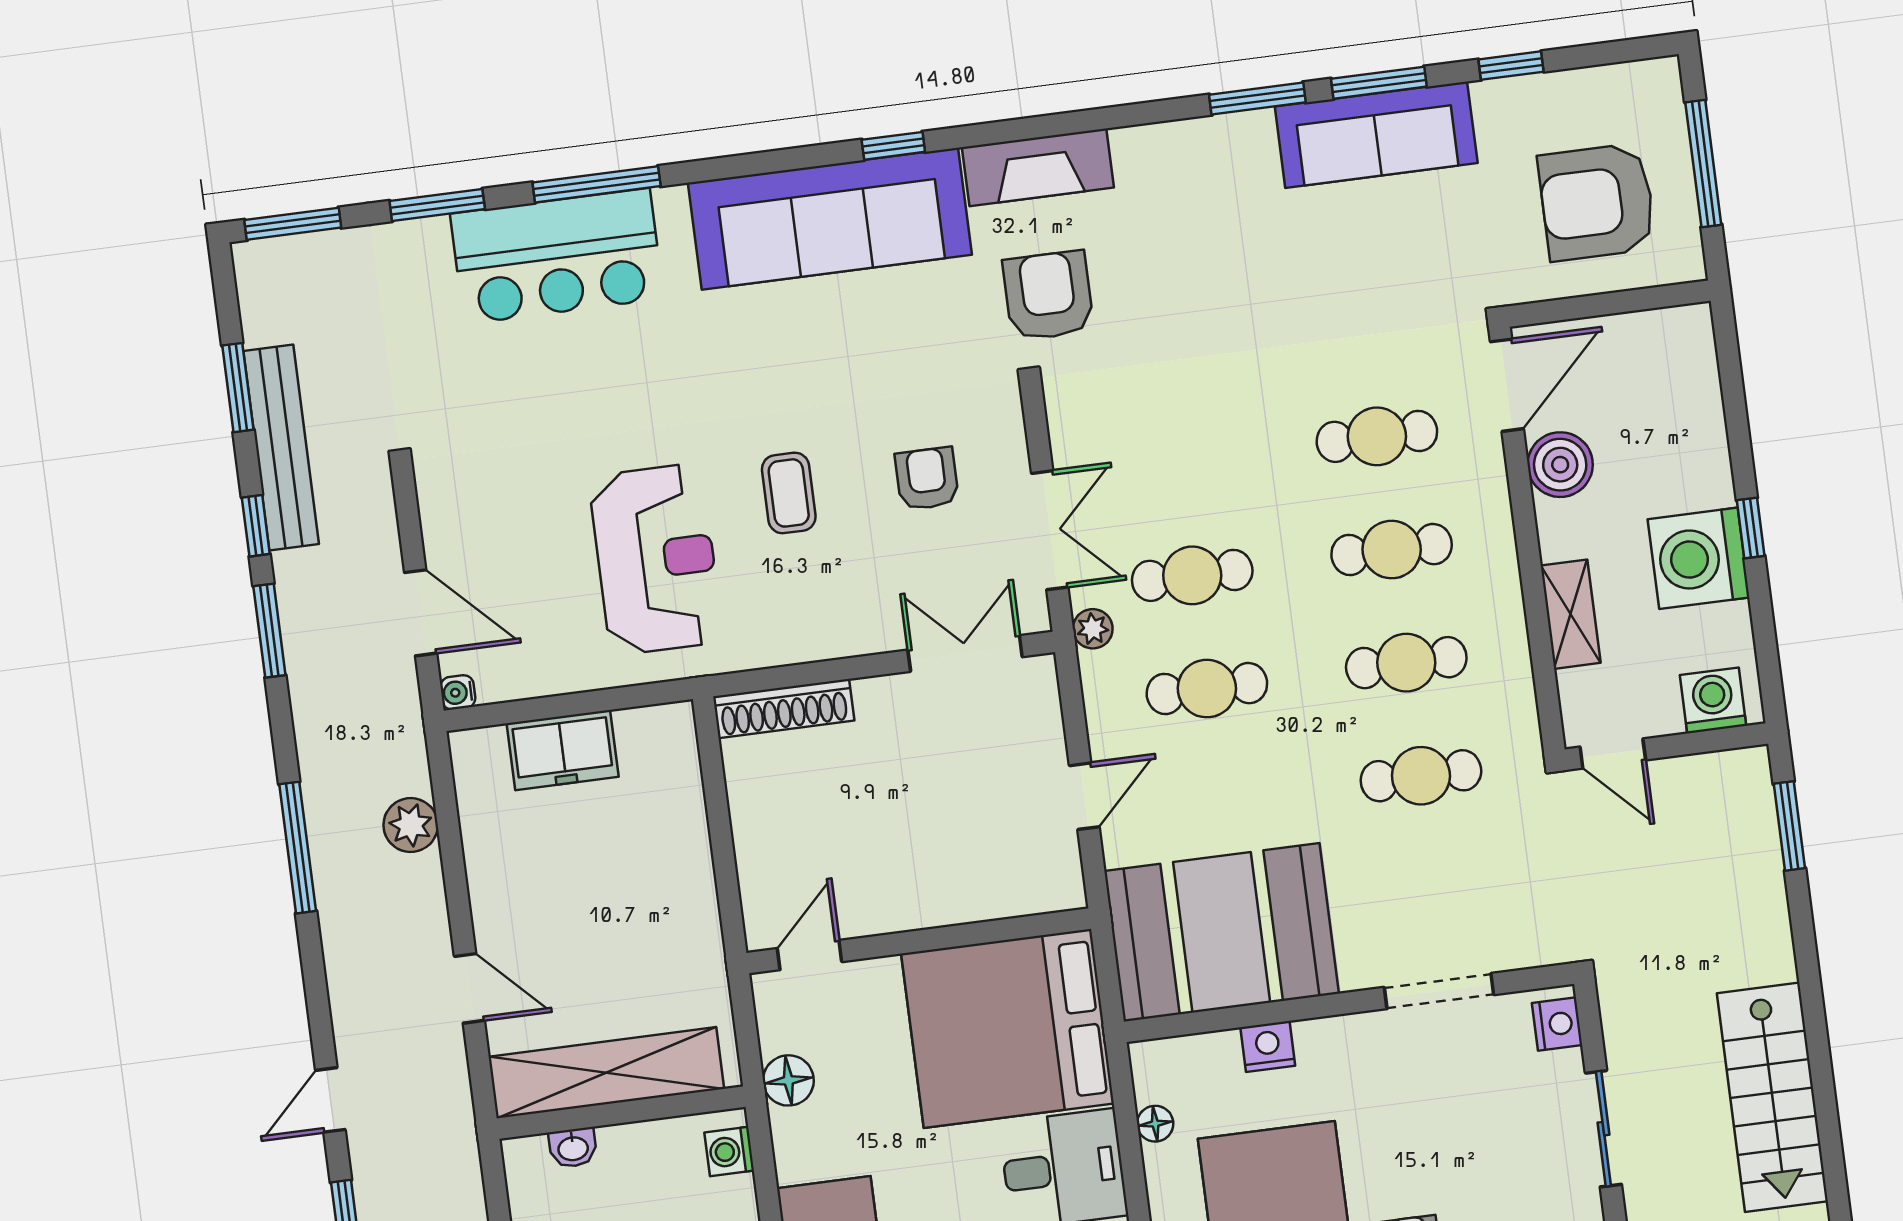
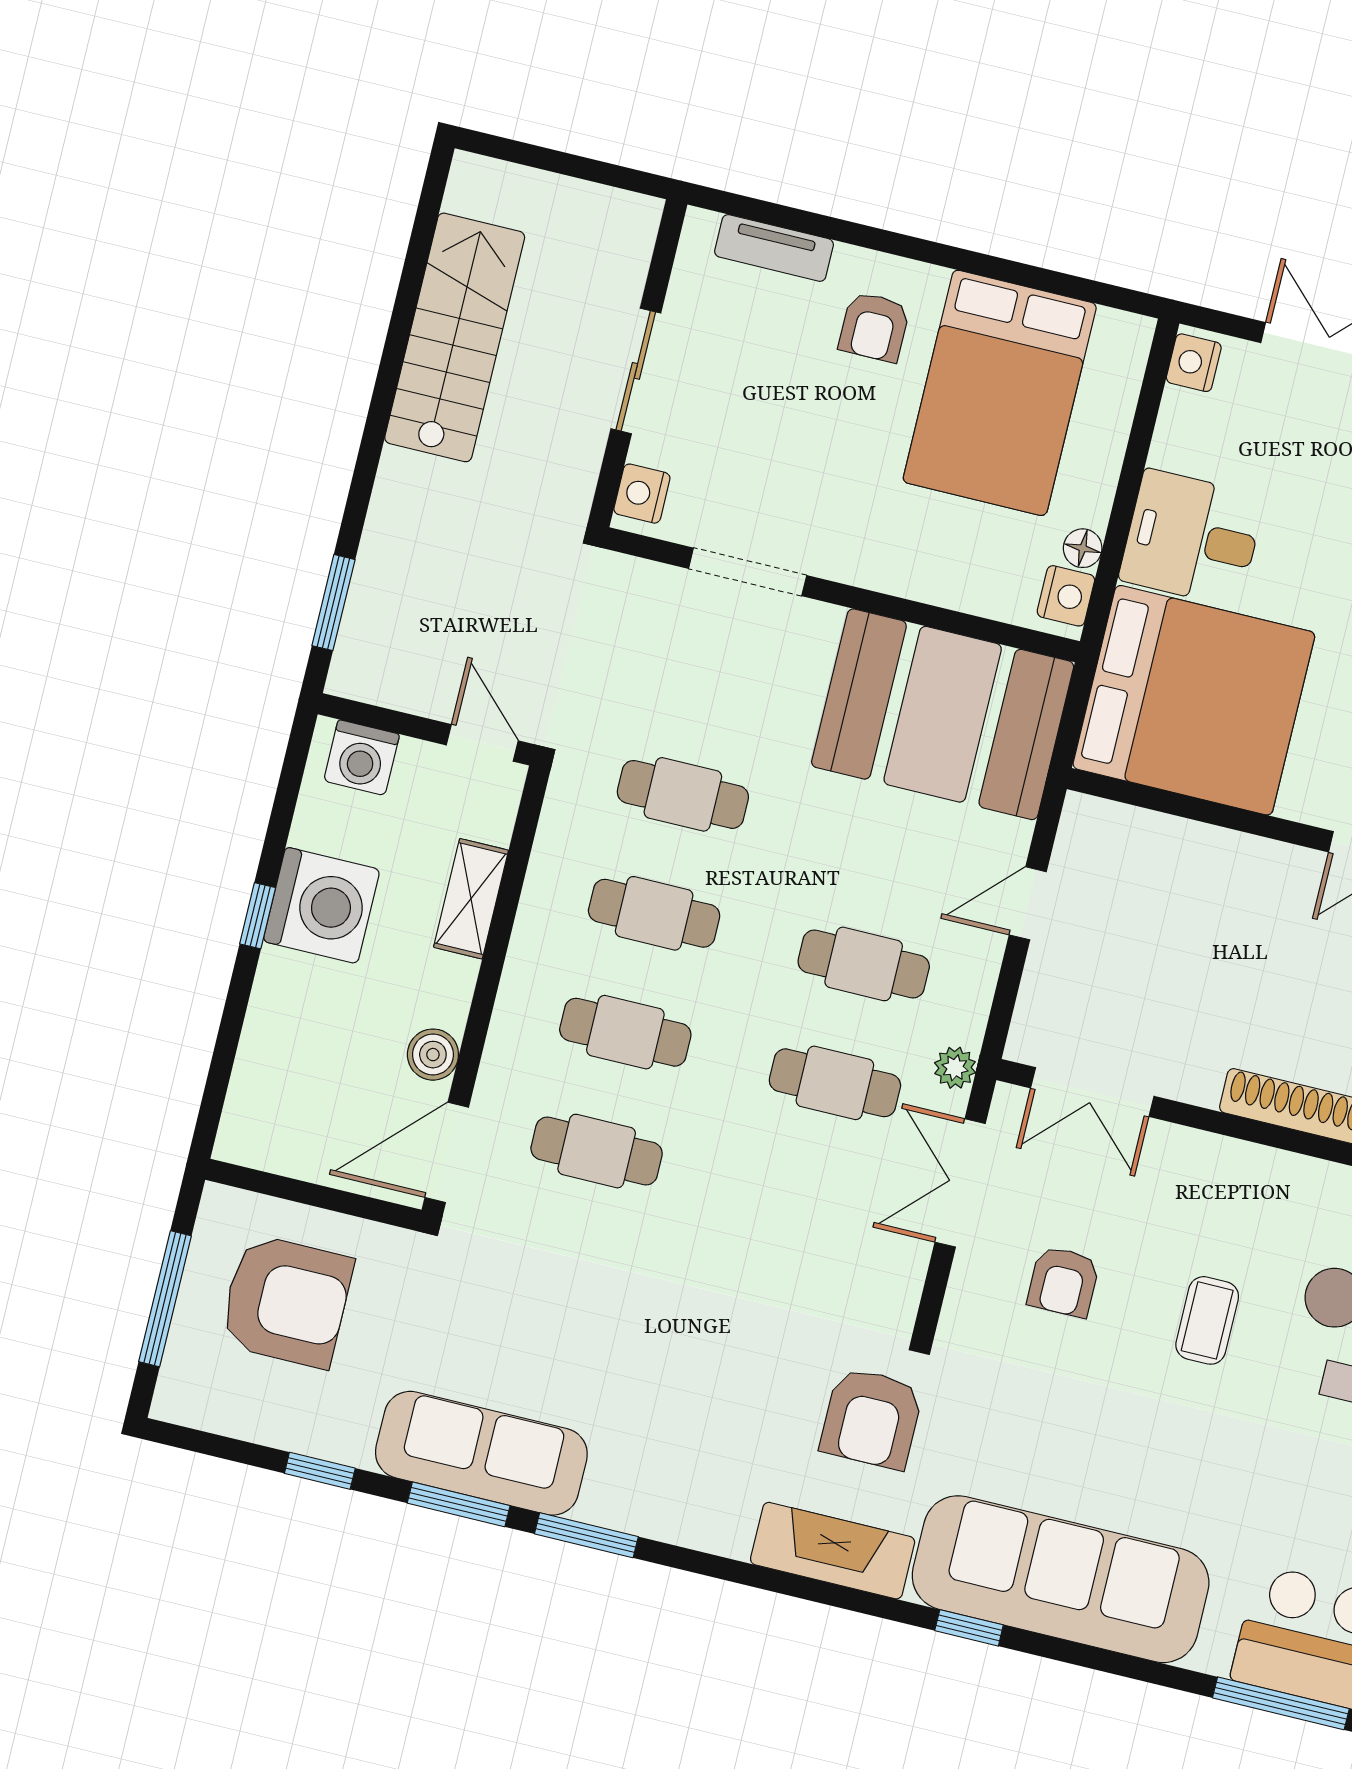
boiler: (1560, 465) -> (433, 1055), width x0.73, depth x0.73
nightstand: (1268, 1046) -> (1066, 596), moved, turned -90

